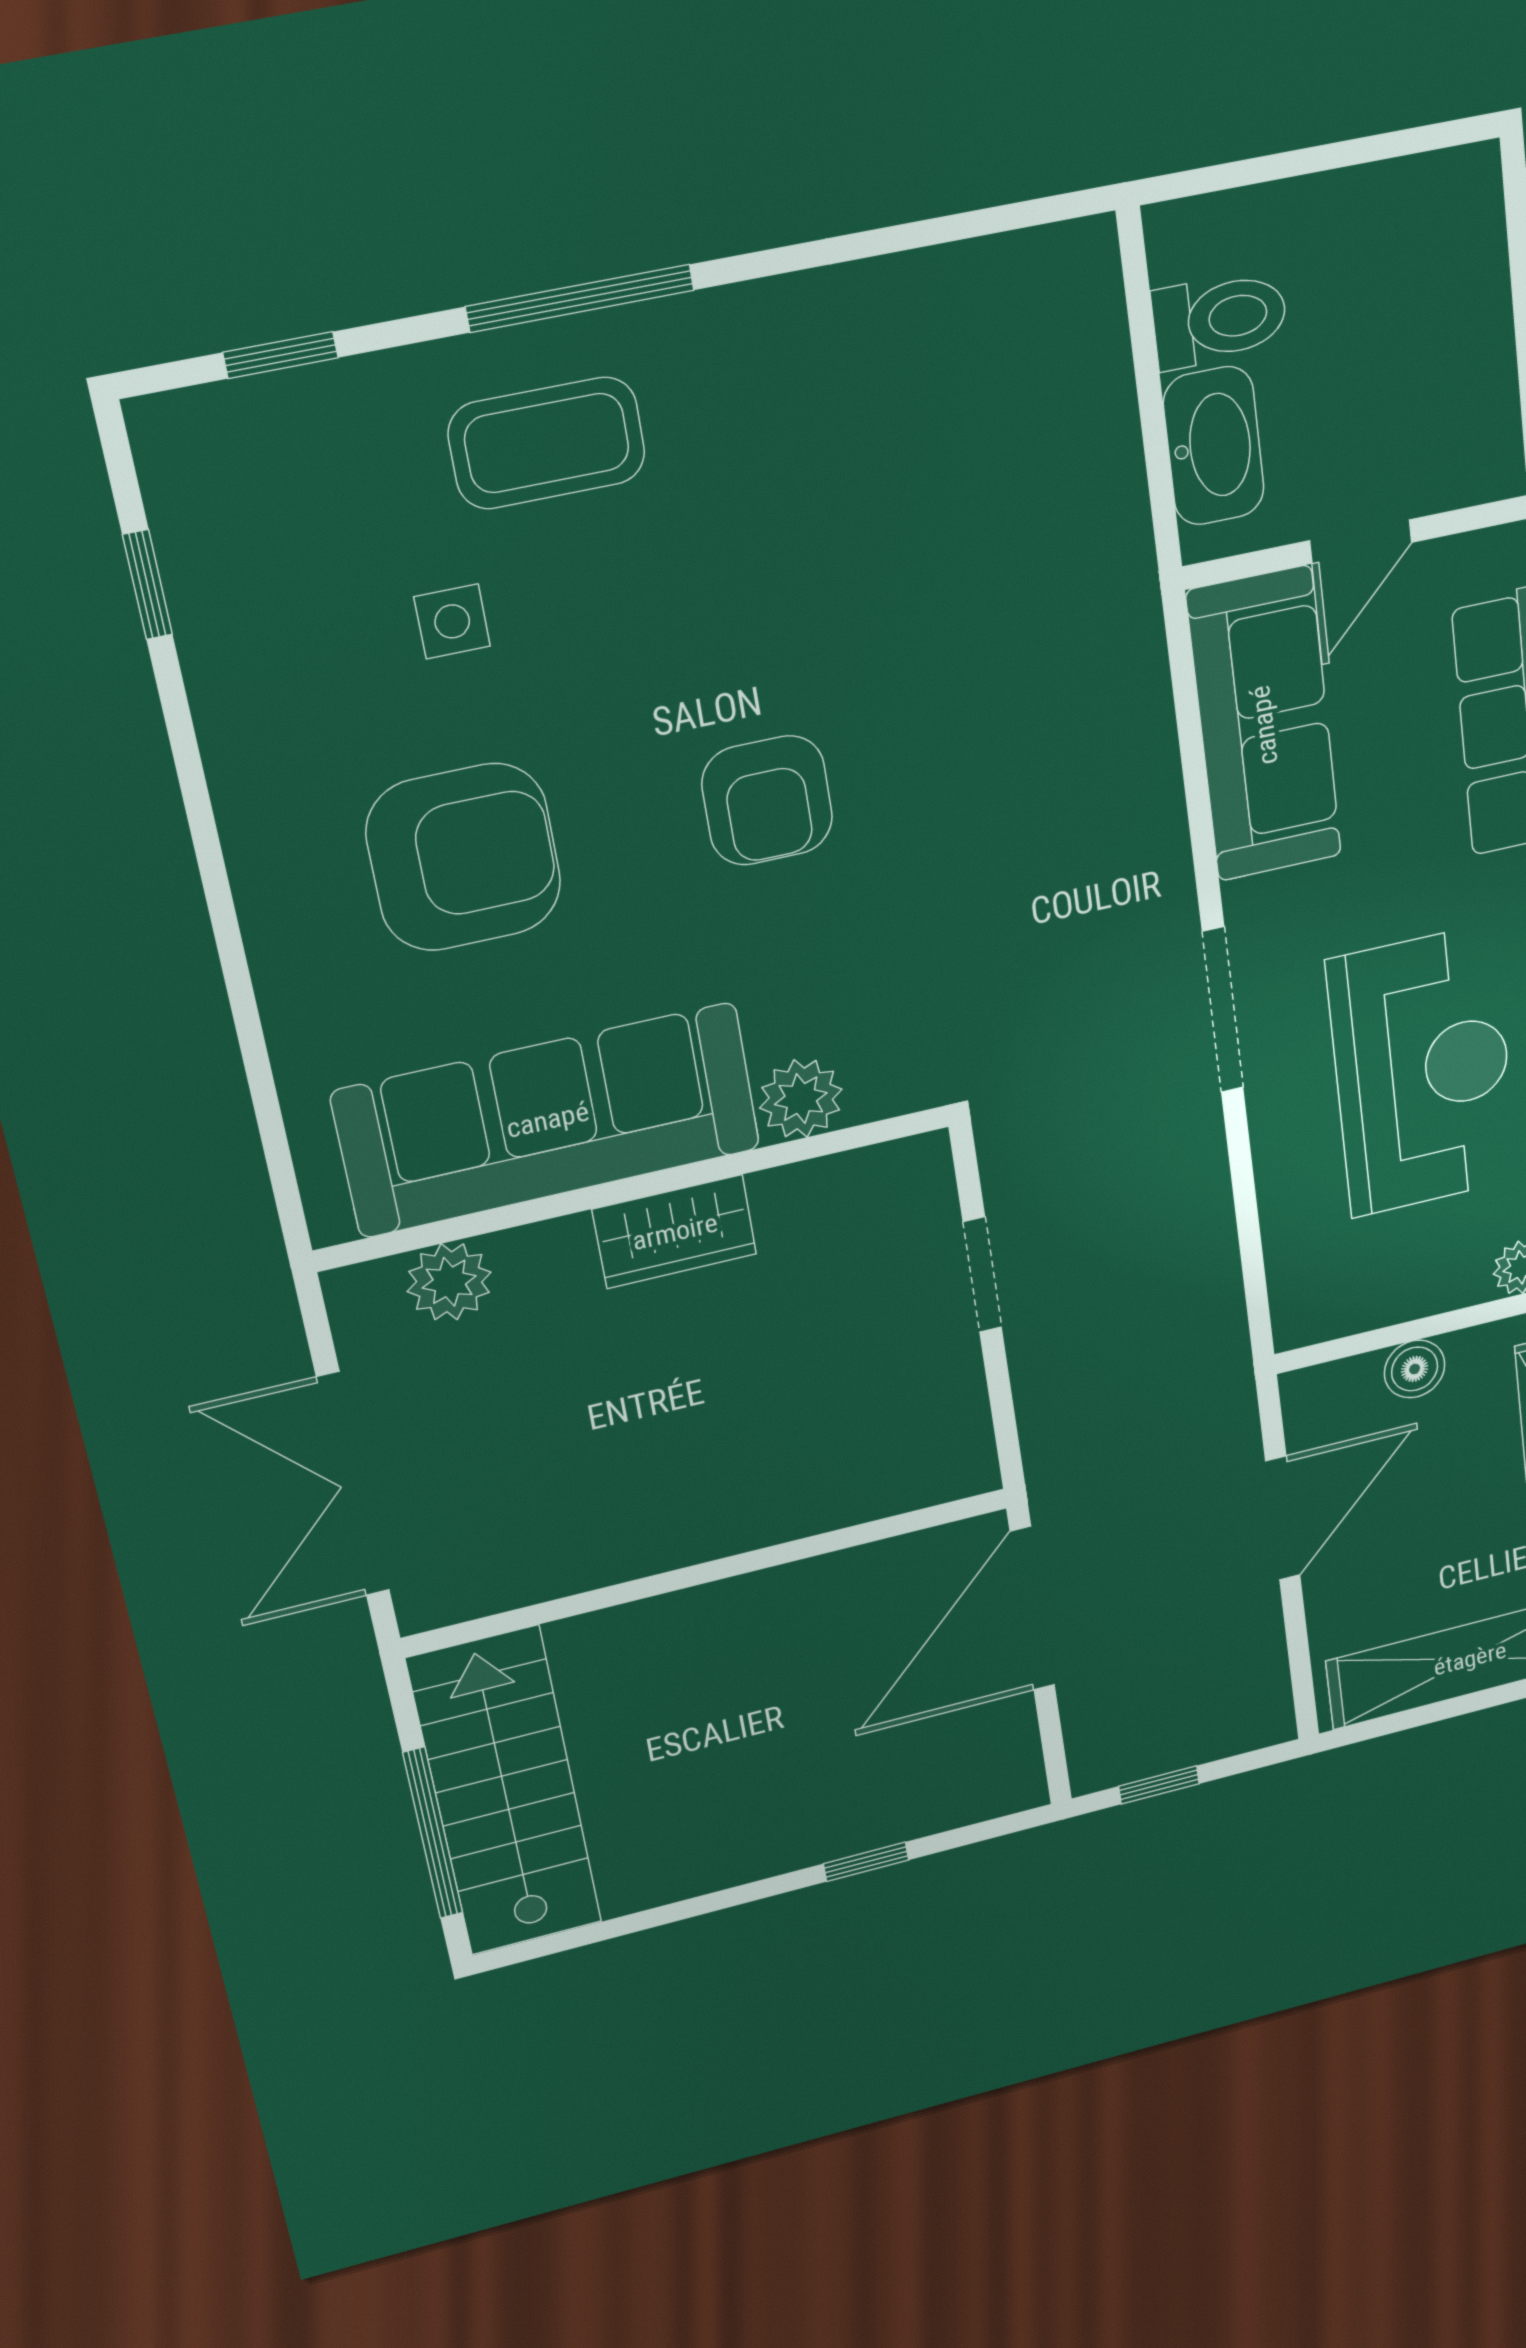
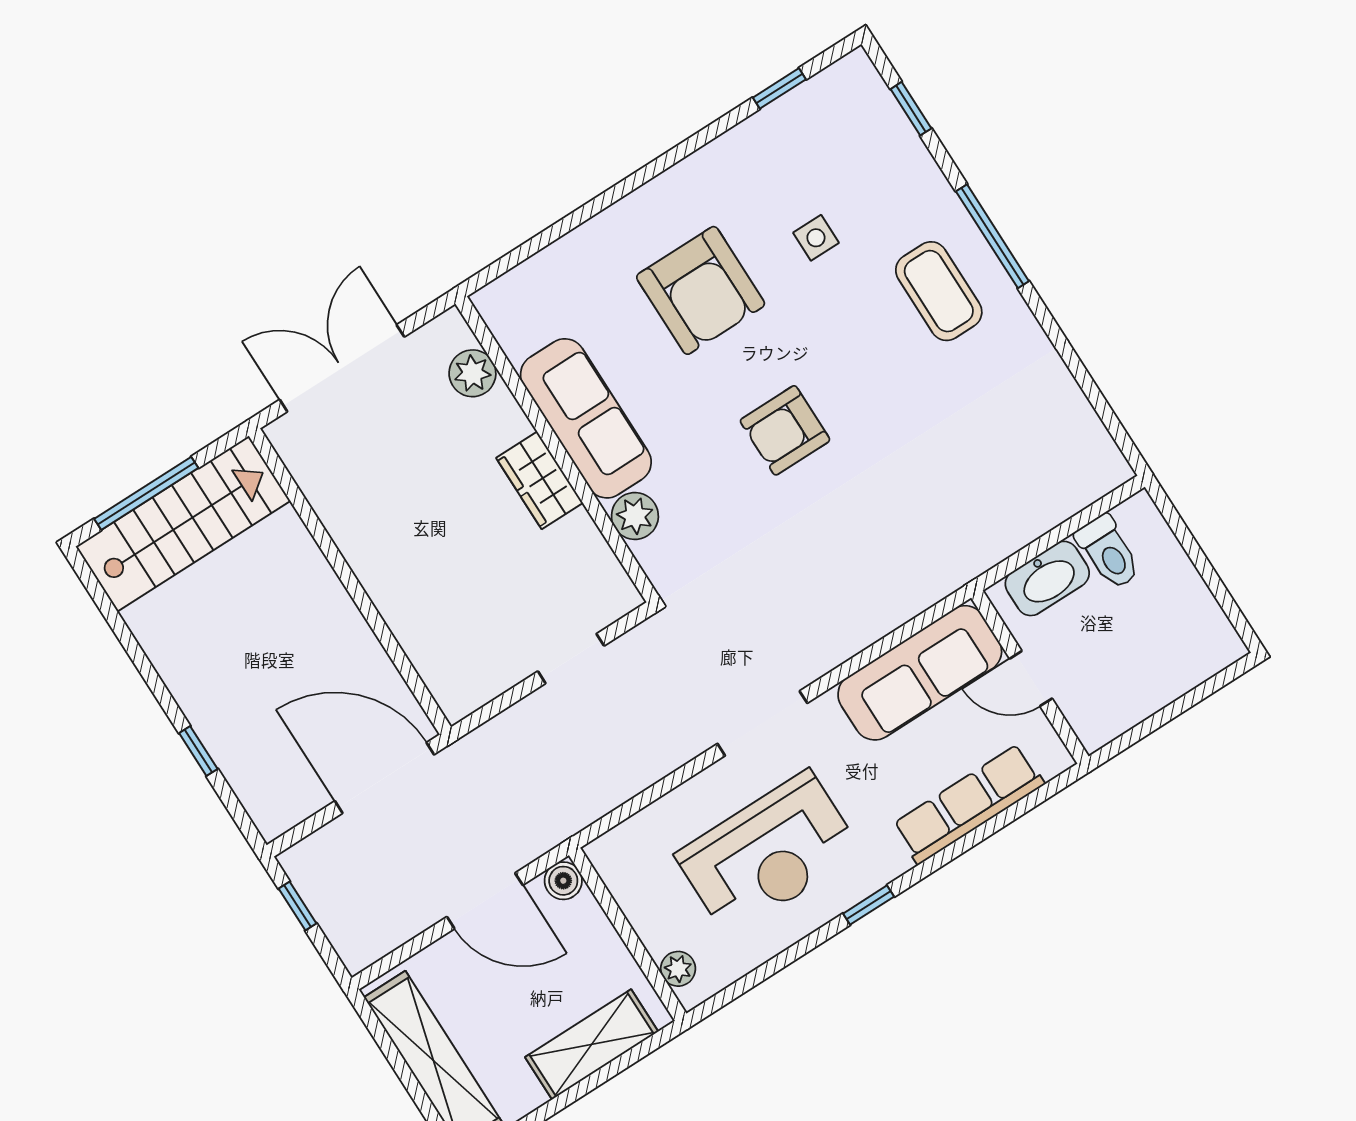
coffee table: (547, 443) -> (939, 291), moved
sofa: (548, 1120) -> (586, 418), width x0.74, depth x0.79
boiler: (1415, 1369) -> (563, 881), moved

